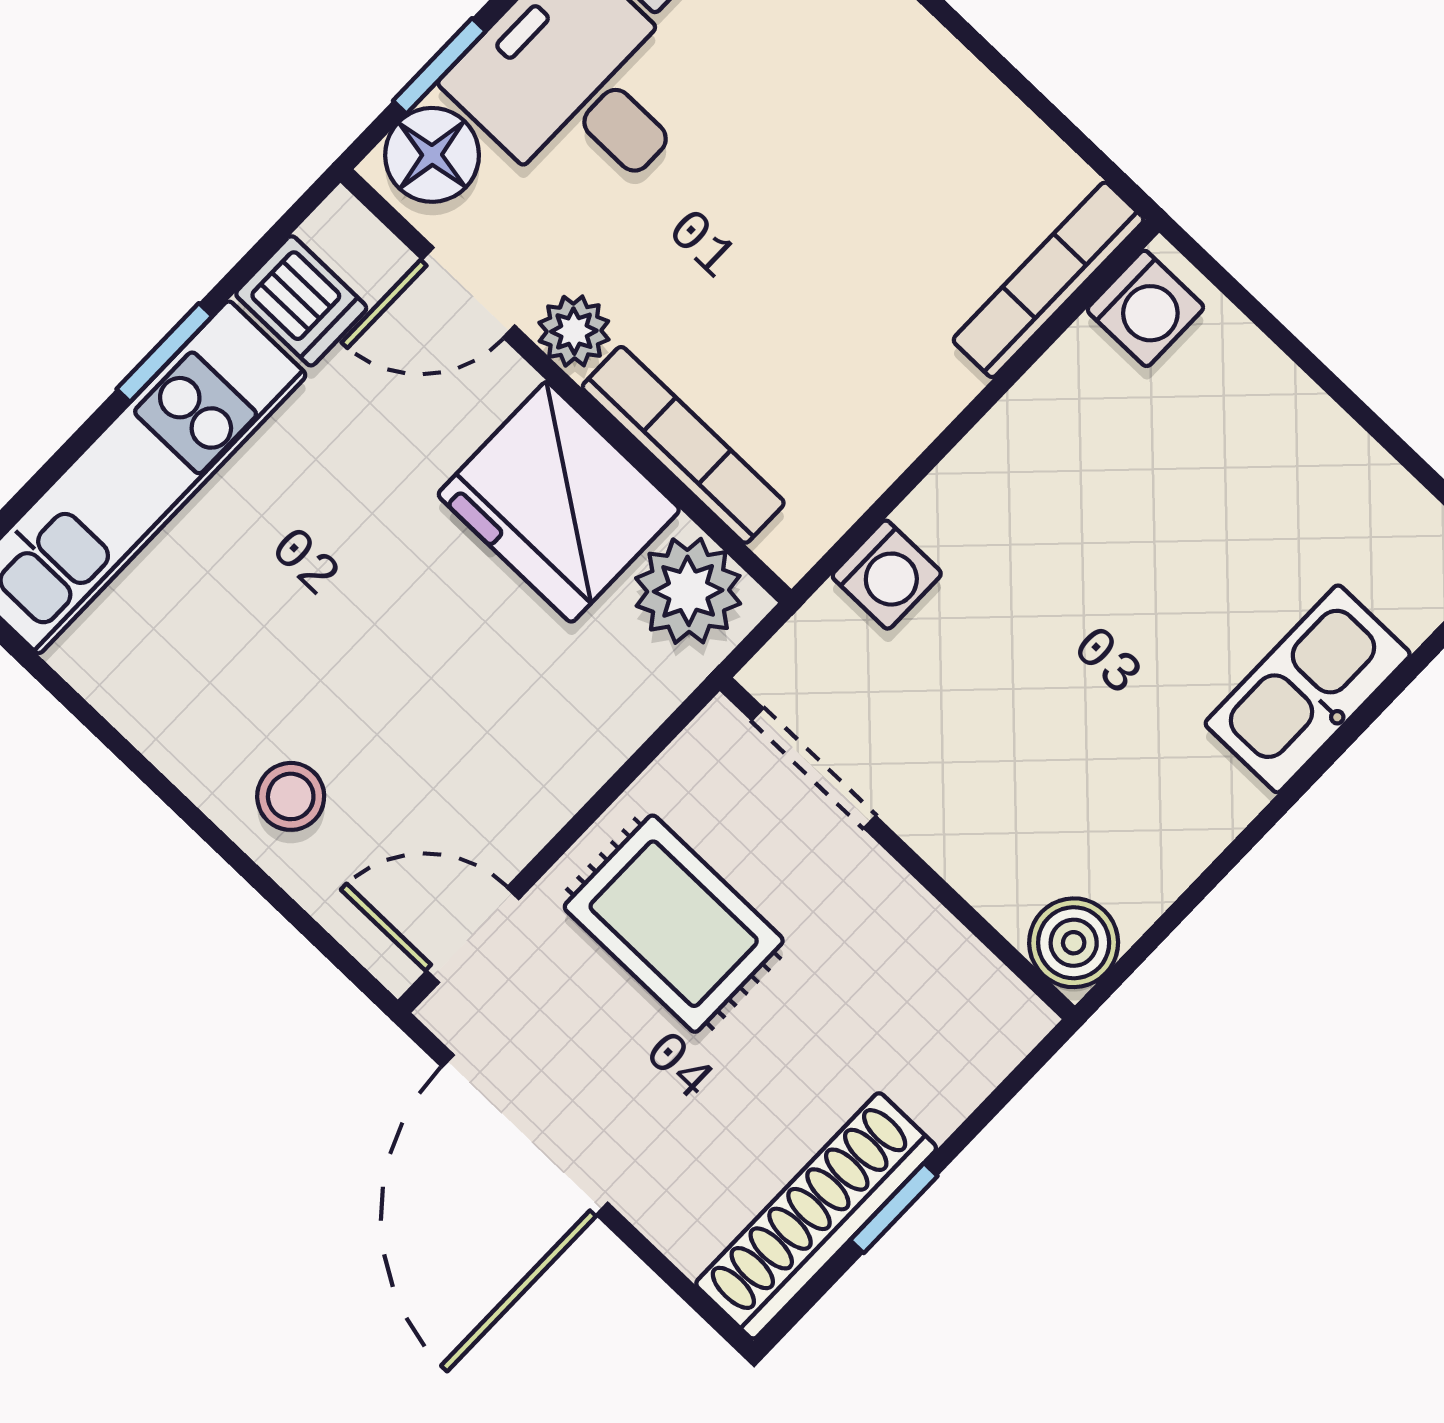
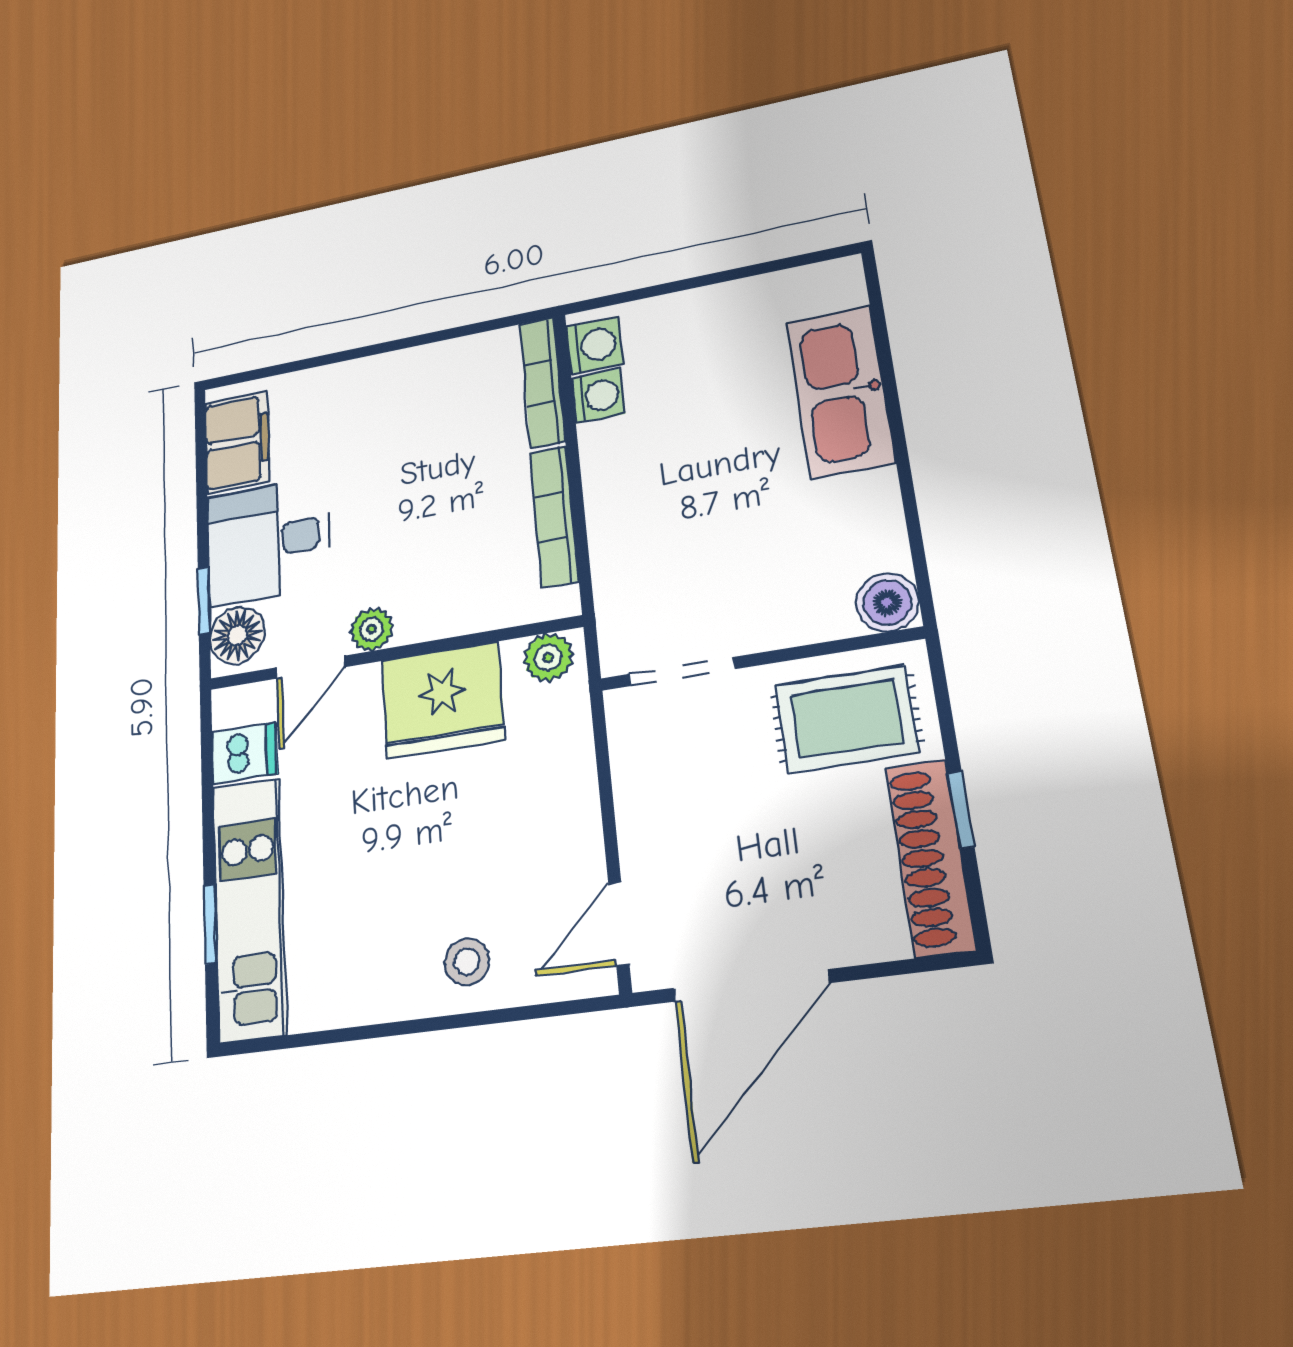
window: (164, 353) -> (210, 924), moved
bookcase: (683, 445) -> (554, 516), moved, turned -90
washing machine: (887, 575) -> (598, 396), moved
plant: (688, 591) -> (548, 658), width x0.73, depth x0.73
kitchen sink: (1308, 689) -> (841, 392), width x1.36, depth x1.24
rug: (674, 924) -> (846, 719), moved
door: (525, 1135) -> (751, 986), hinge flipped

